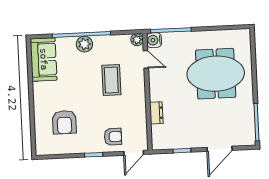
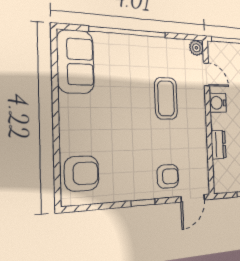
water cooler: (154, 40) -> (218, 103), moved
plant: (84, 44) -> (132, 46), removed
armchair: (64, 122) -> (82, 173), moved, turned -90

